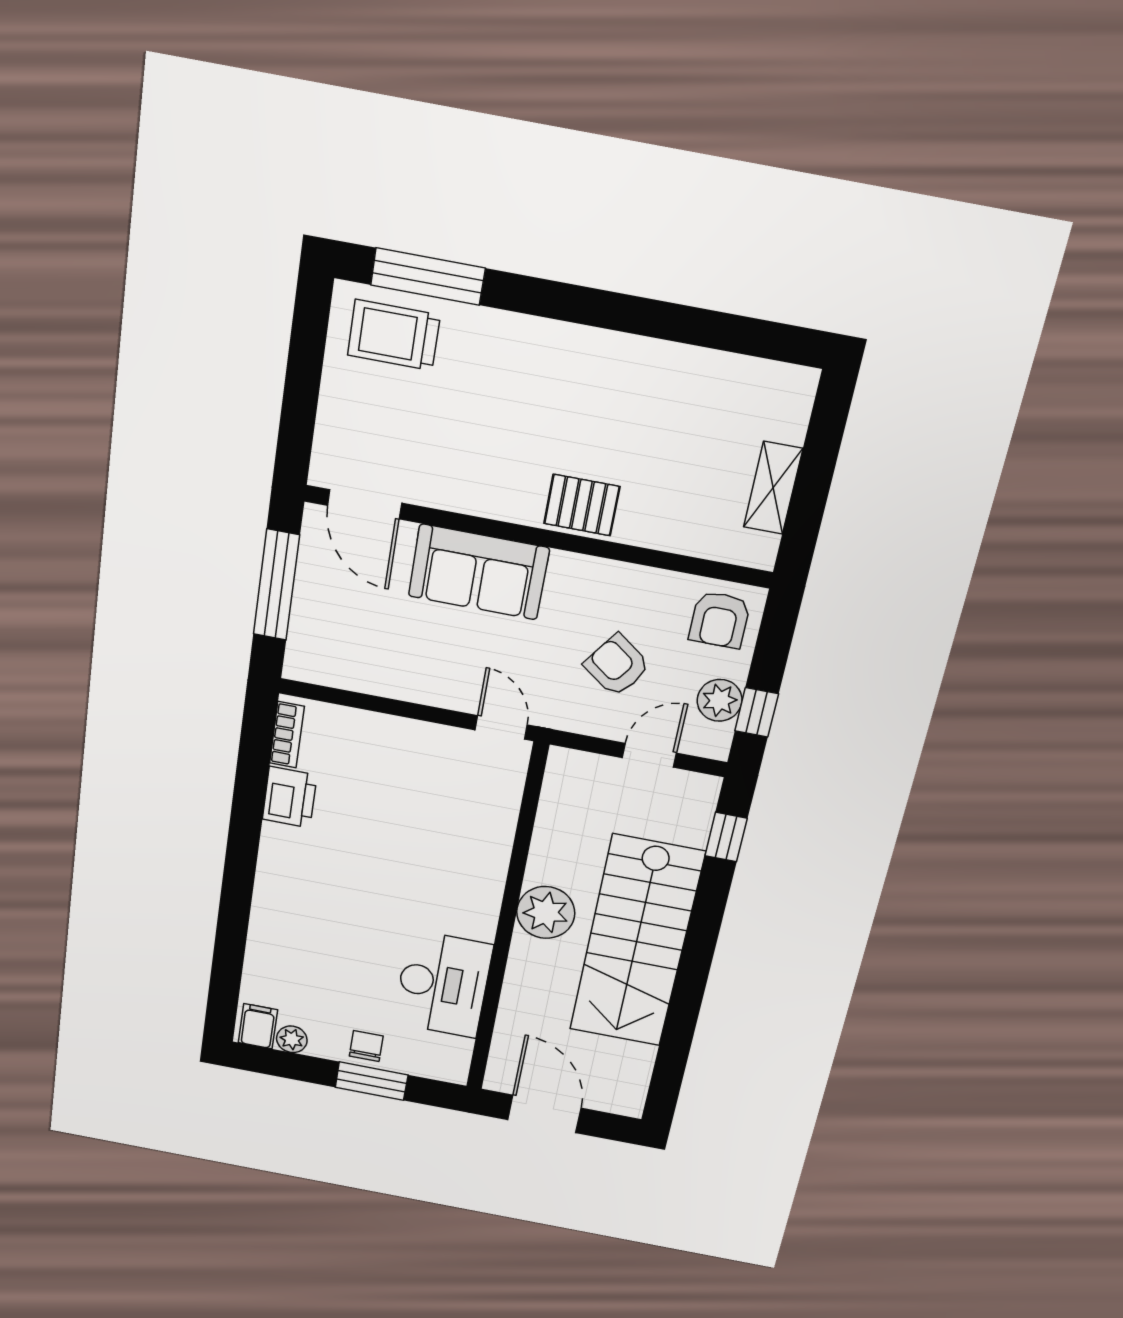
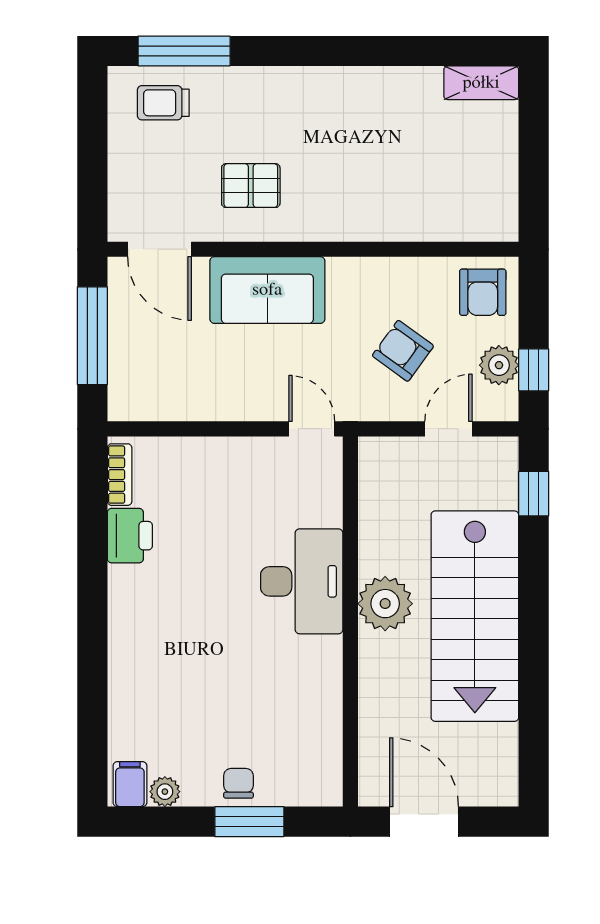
trolley: (394, 335) -> (163, 103), width x0.73, depth x0.72
shelving: (773, 488) -> (481, 83), moved, turned 90
pallet: (582, 505) -> (251, 186), moved
desk: (443, 984) -> (302, 581), moved

